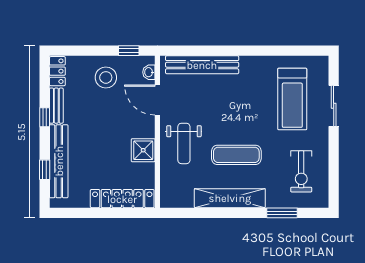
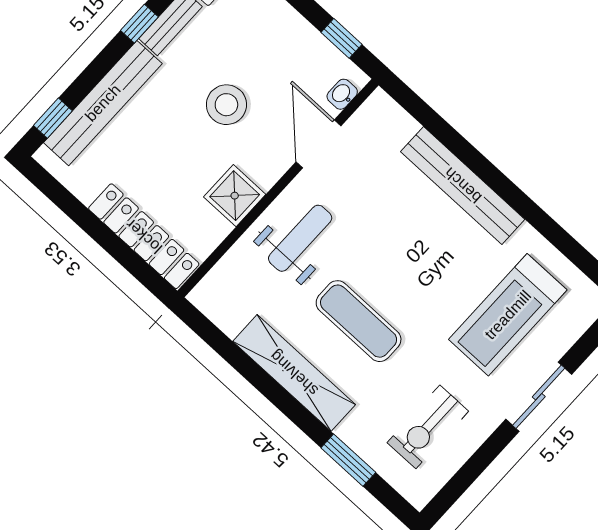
bench: (202, 65) -> (463, 185), moved
stool: (106, 77) -> (226, 105), moved
sliding door: (334, 106) -> (539, 397), moved
weight bench: (184, 143) -> (300, 238), turned 180
window: (45, 170) -> (53, 118), moved

